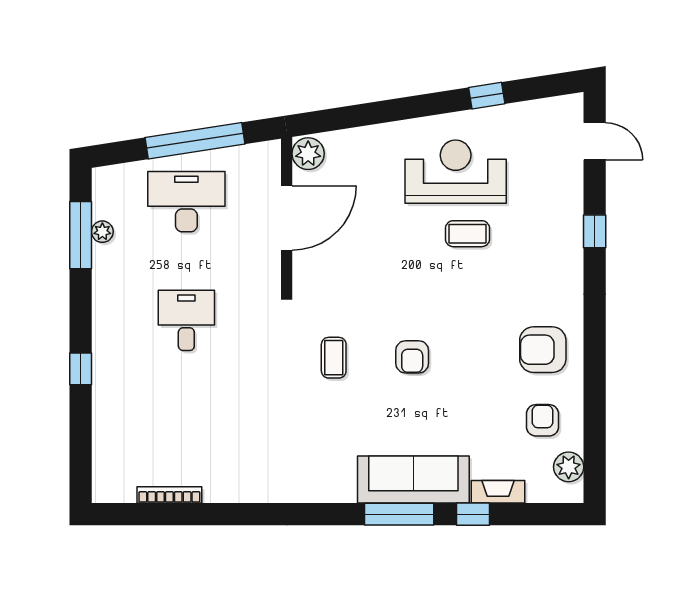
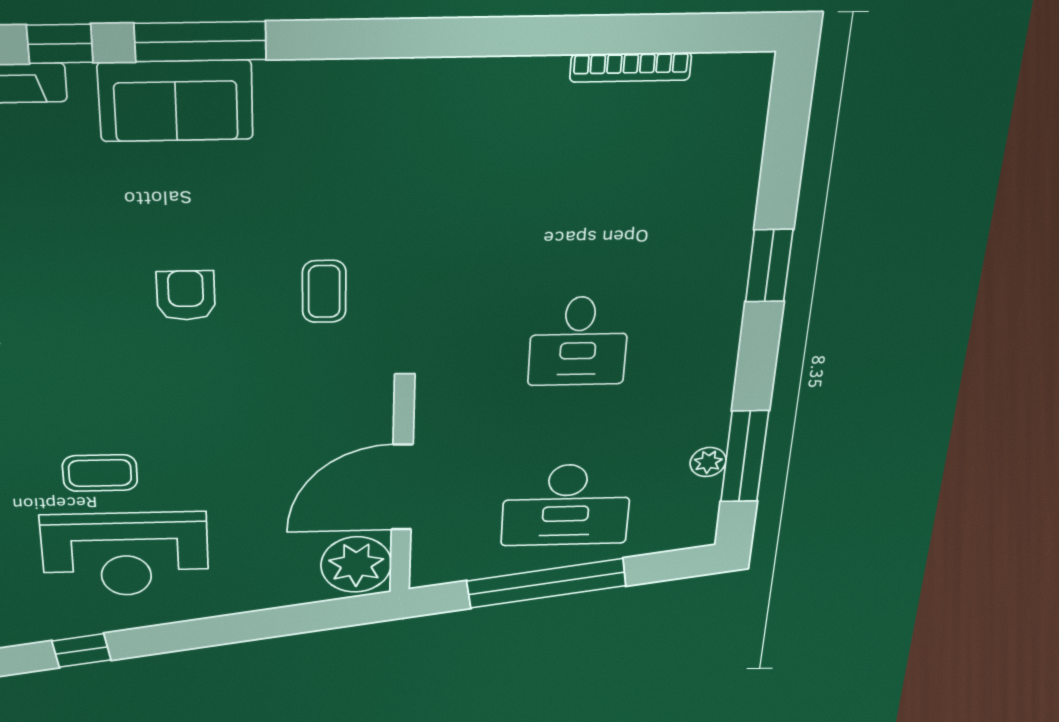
plant: (308, 154) -> (356, 565), width x1.36, depth x1.36
window: (81, 369) -> (769, 266), width x1.50
sofa: (413, 479) -> (176, 101), width x0.73

